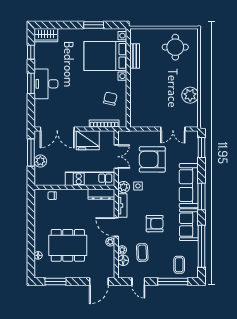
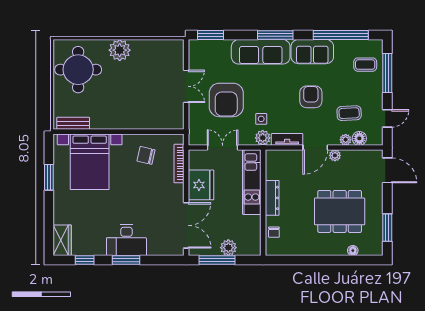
round table: (175, 47) -> (78, 70), width x1.36, depth x1.36
bench: (135, 56) -> (73, 123), moved
plant: (190, 95) -> (120, 50), moved
double door: (173, 129) -> (186, 86), moved
dresser: (101, 194) -> (272, 198), moved
dining table: (68, 245) -> (340, 211), turned 90

